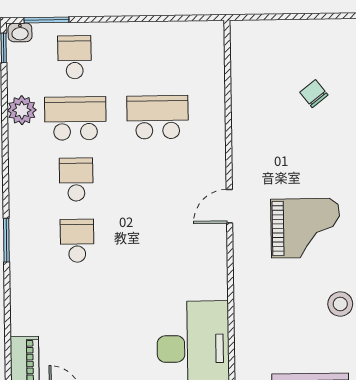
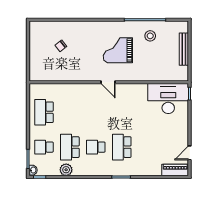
school desk: (158, 117) -> (44, 112), moved
grand piano: (305, 228) -> (118, 50), turned -90
school desk: (77, 241) -> (122, 147), width x1.85

